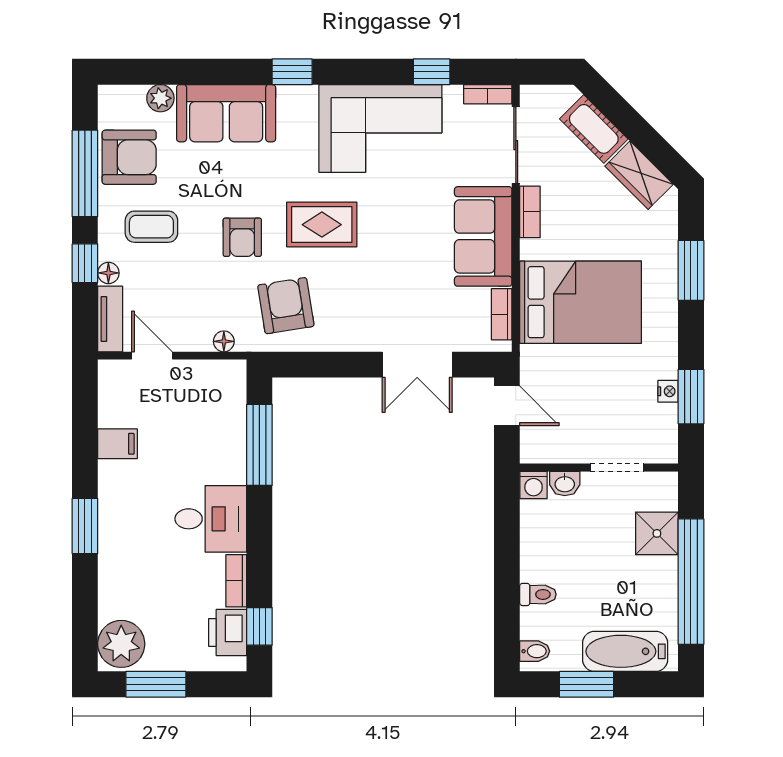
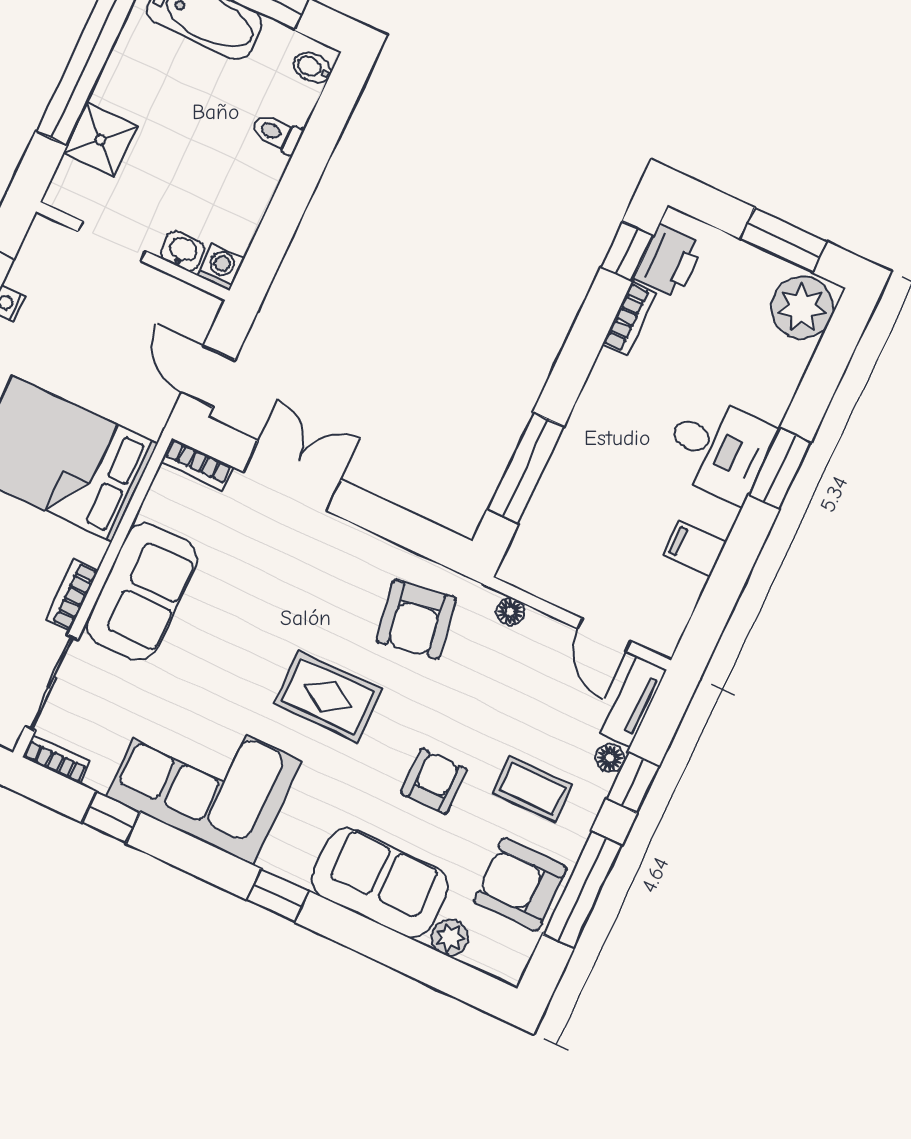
armchair: (242, 237) -> (434, 781), moved
bookcase: (502, 314) -> (197, 464), moved, turned 90
desk: (211, 519) -> (718, 448), moved, turned 180

